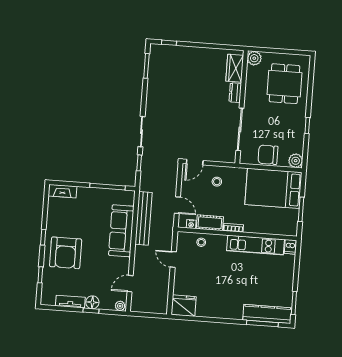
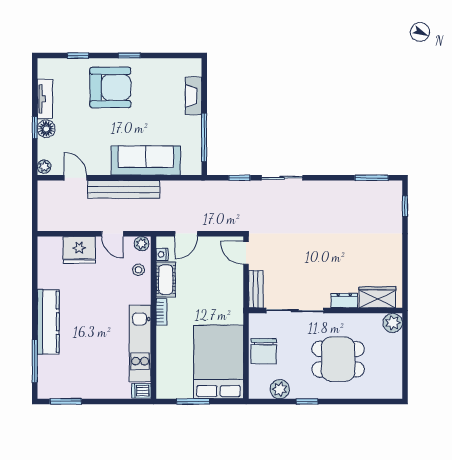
dining table: (284, 84) -> (338, 359), moved
chair: (268, 155) -> (264, 351), turned 180
bench: (222, 157) -> (256, 289), added
plant: (296, 161) -> (280, 389), moved
stool: (217, 182) -> (222, 285), removed
fireplace: (63, 191) -> (193, 96), moved
bench: (144, 218) -> (124, 189), moved
plant: (182, 238) -> (142, 244), added
armchair: (66, 253) -> (110, 88), turned 180
door: (173, 259) -> (112, 234), swing flipped
fridge: (184, 306) -> (79, 250), moved, turned 90
kitchen counter: (267, 314) -> (48, 322), moved

